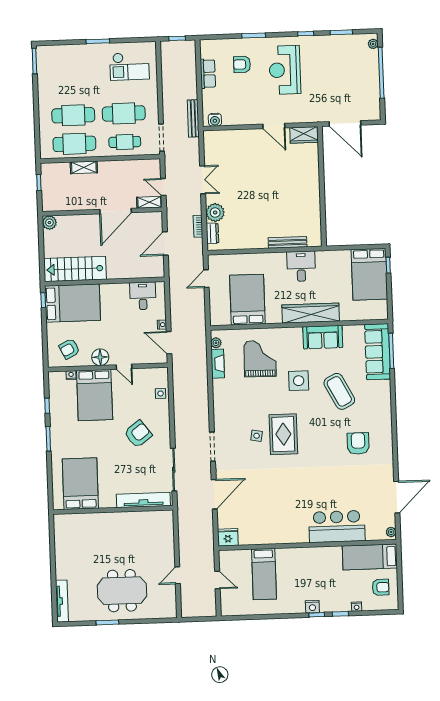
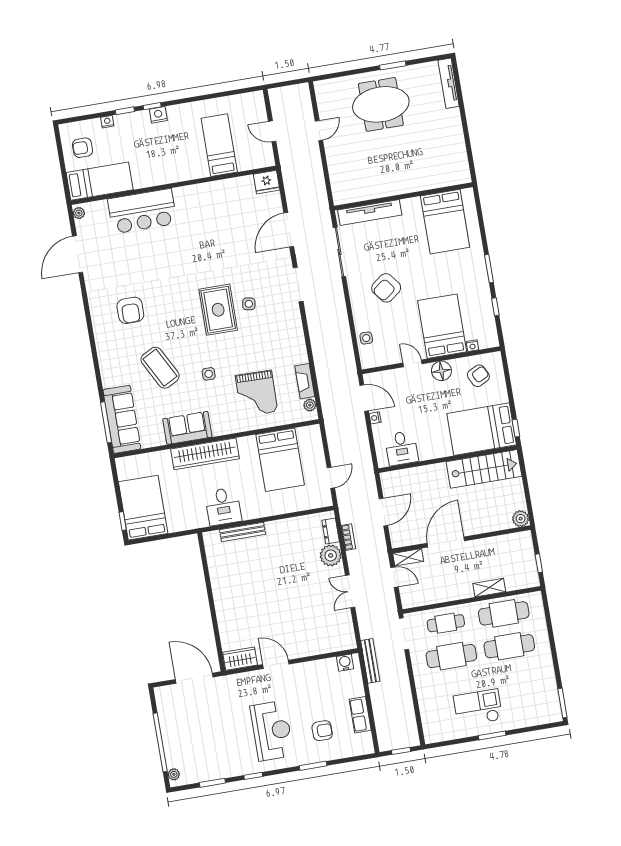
checkout: (129, 66) -> (478, 708), moved
side table: (299, 381) -> (209, 374), width x0.54, depth x0.54

